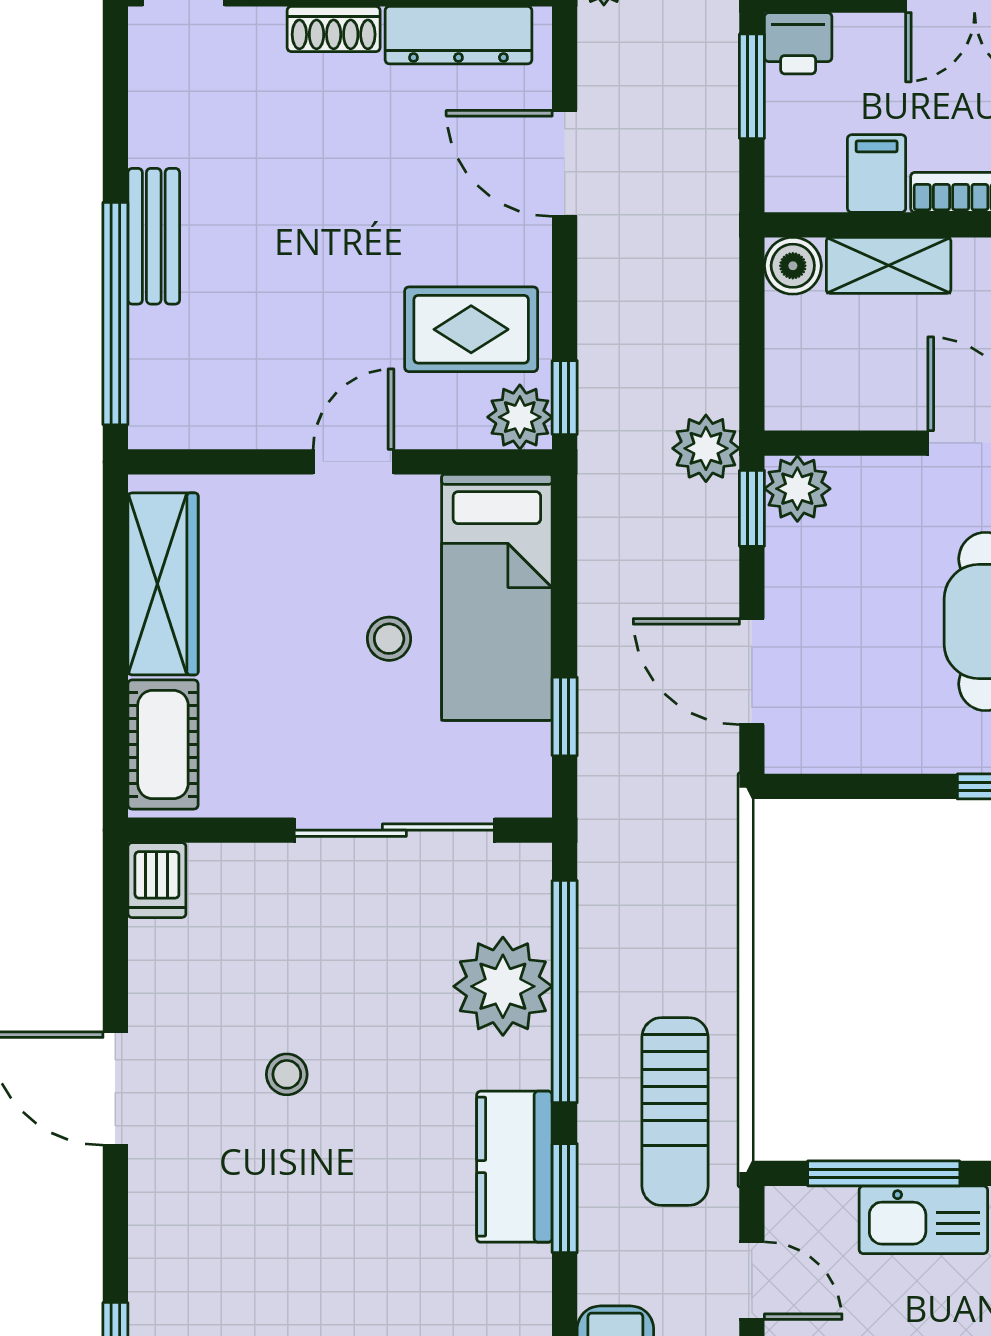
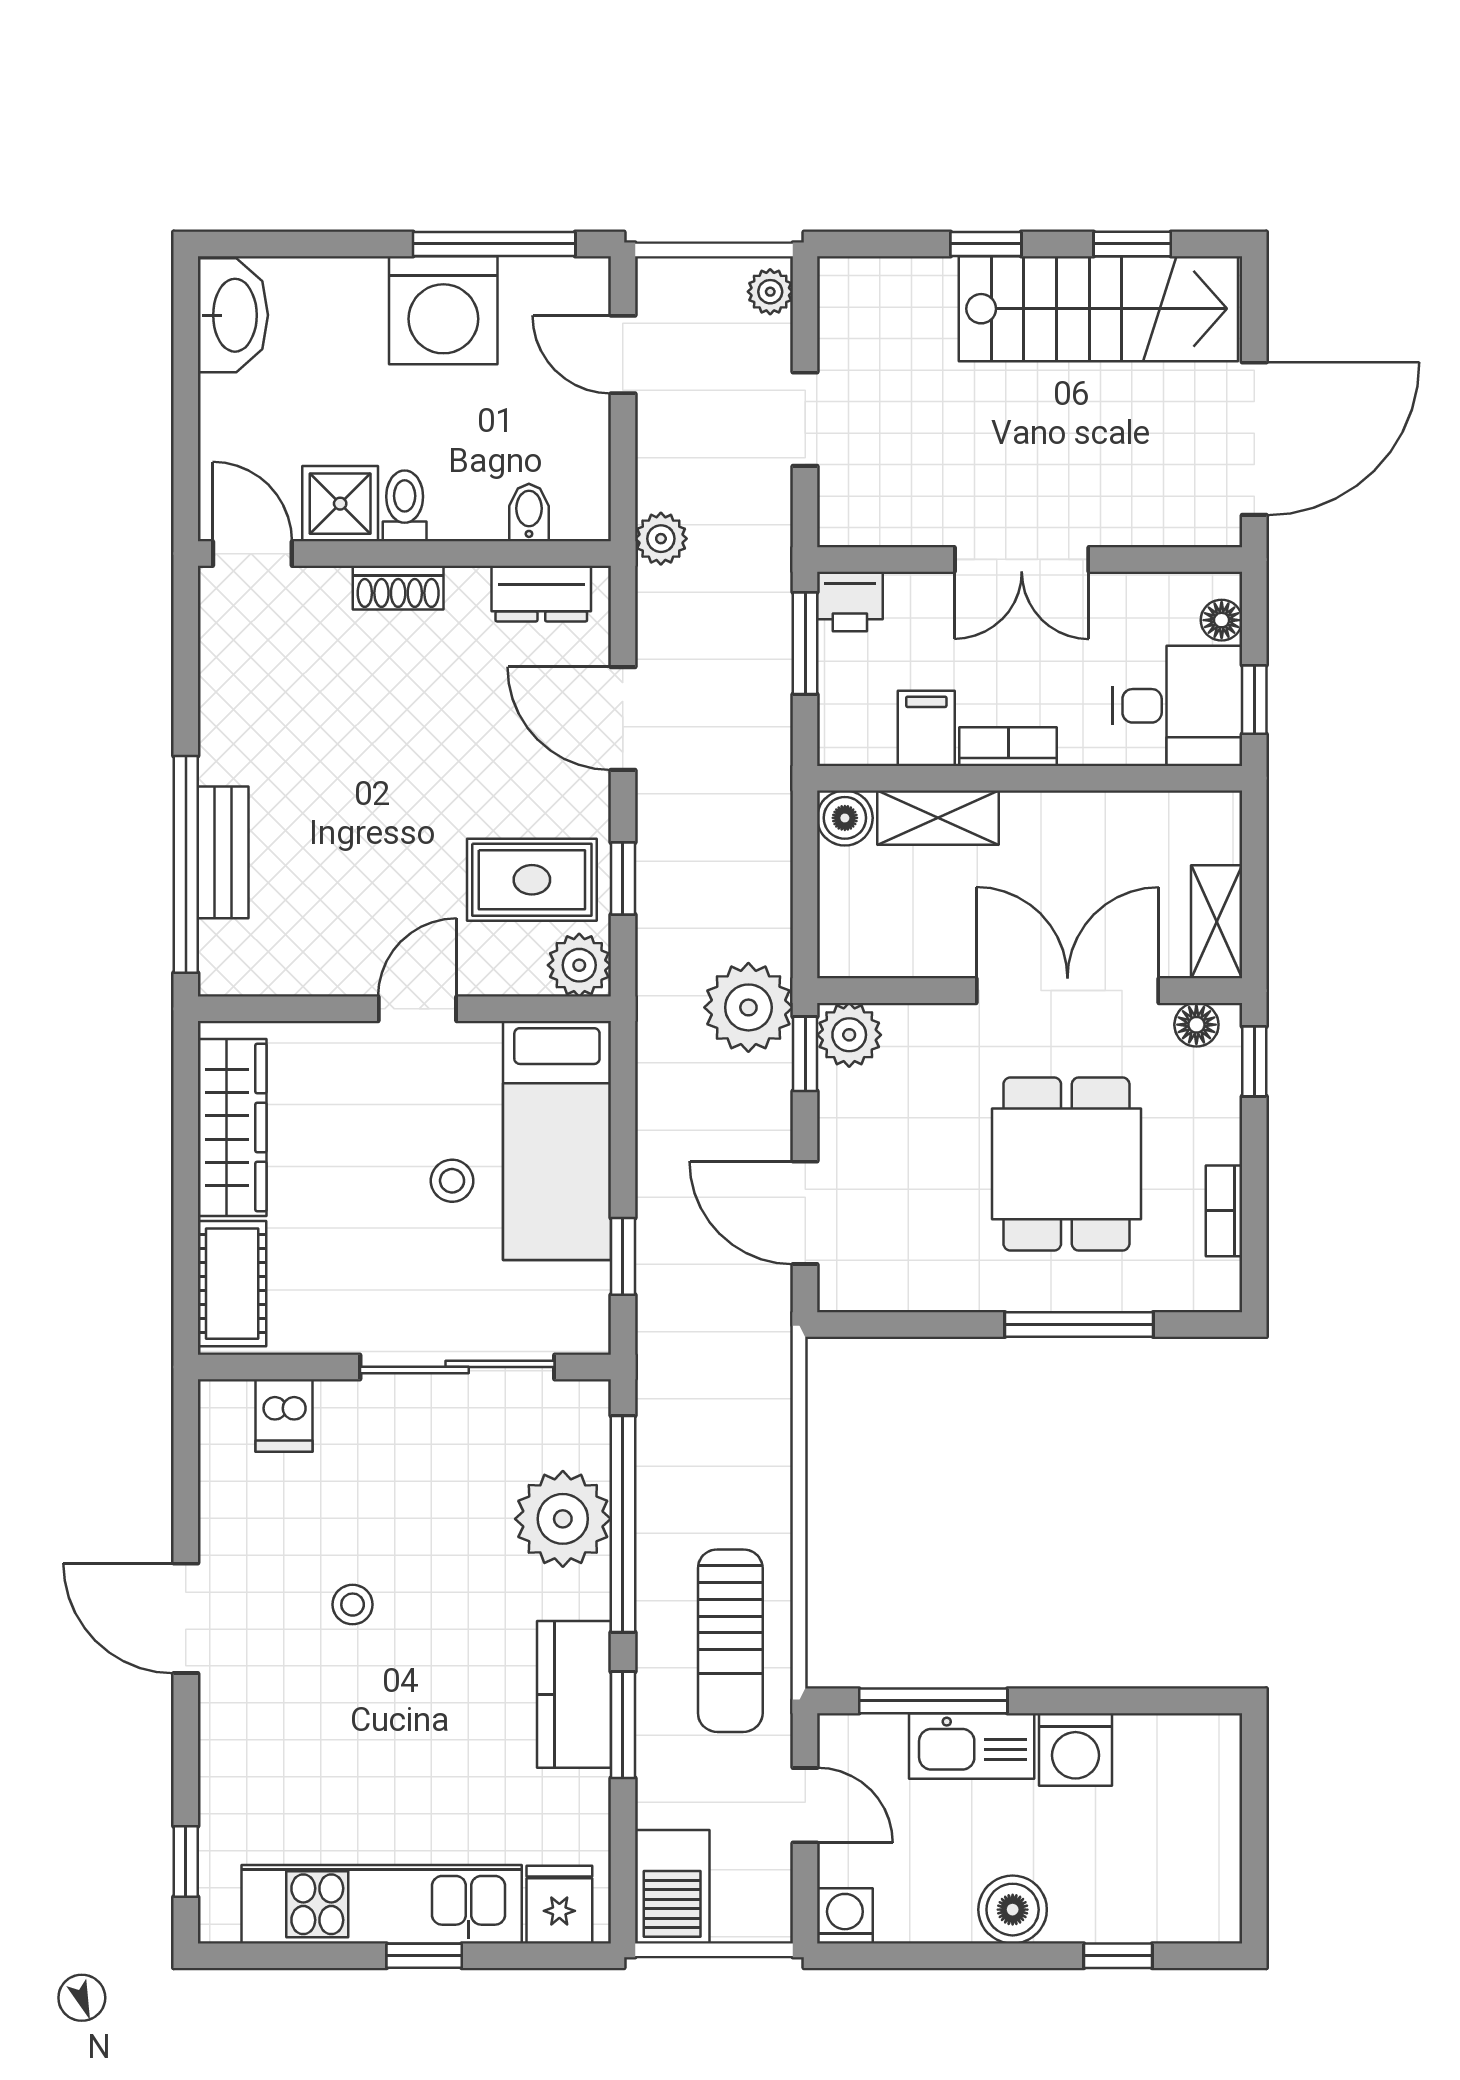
dresser: (458, 35) -> (541, 594), width x0.70
bench: (154, 236) -> (223, 852), moved
window: (565, 398) -> (623, 878), moved
plant: (706, 448) -> (748, 1007), width x1.36, depth x1.36
dishwasher: (157, 880) -> (284, 1416), moved

